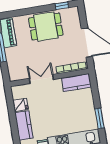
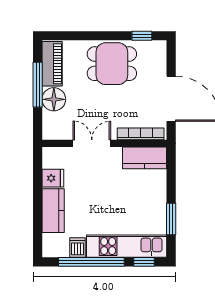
floor lamp: (13, 55) -> (54, 99), added

